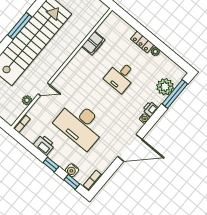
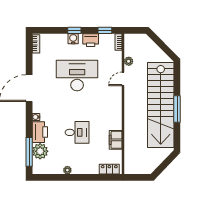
locker: (142, 42) -> (109, 169), moved
desk: (121, 77) -> (77, 132), turned 90
printer: (150, 109) -> (40, 132), width x1.87, depth x1.48
water cooler: (72, 170) -> (73, 39), moved
window: (72, 182) -> (105, 30), moved

